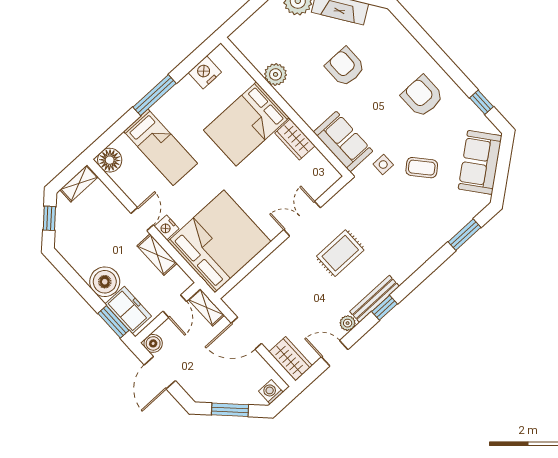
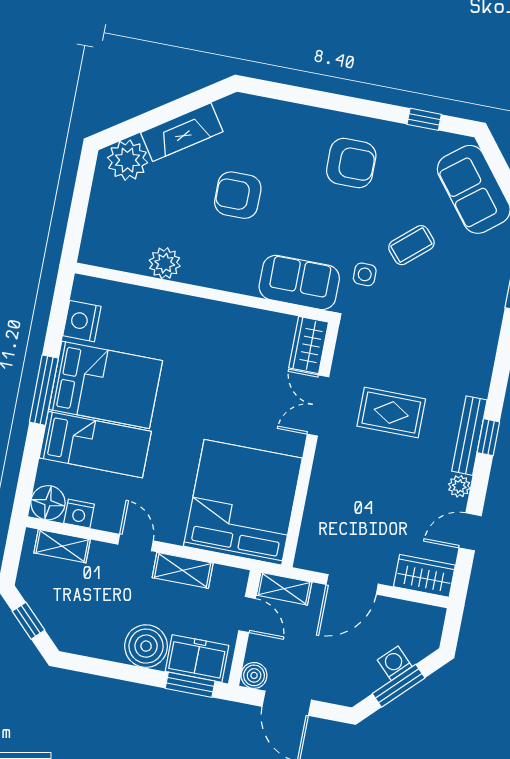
armchair: (422, 96) -> (351, 163), turned 180
bed: (246, 124) -> (106, 385), moved, turned -90
wardrobe: (295, 139) -> (309, 345), moved, turned 90
shelving: (79, 183) -> (62, 546), moved, turned 90
nightstand: (167, 227) -> (79, 514), moved
rug: (340, 253) -> (391, 413), turned 90
washing machine: (271, 392) -> (395, 663), moved, turned 45

